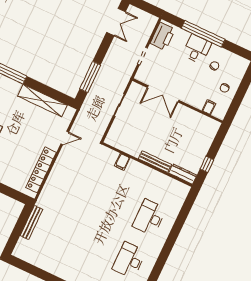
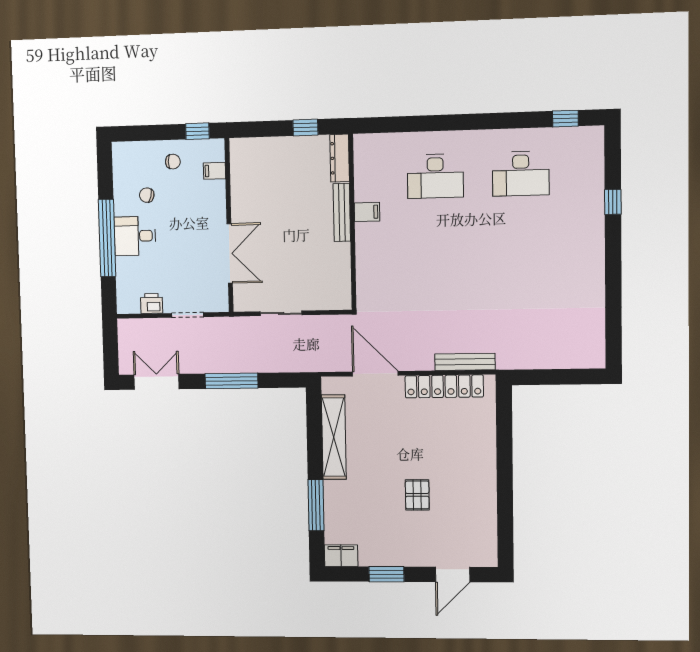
printer: (163, 36) -> (152, 303), width x0.53, depth x0.68
window: (90, 77) -> (232, 381), moved
window: (233, 108) -> (197, 131), added
door: (65, 138) -> (375, 374), width x1.88
filing cabinet: (122, 162) -> (367, 212), moved
bench: (31, 222) -> (465, 362), moved

